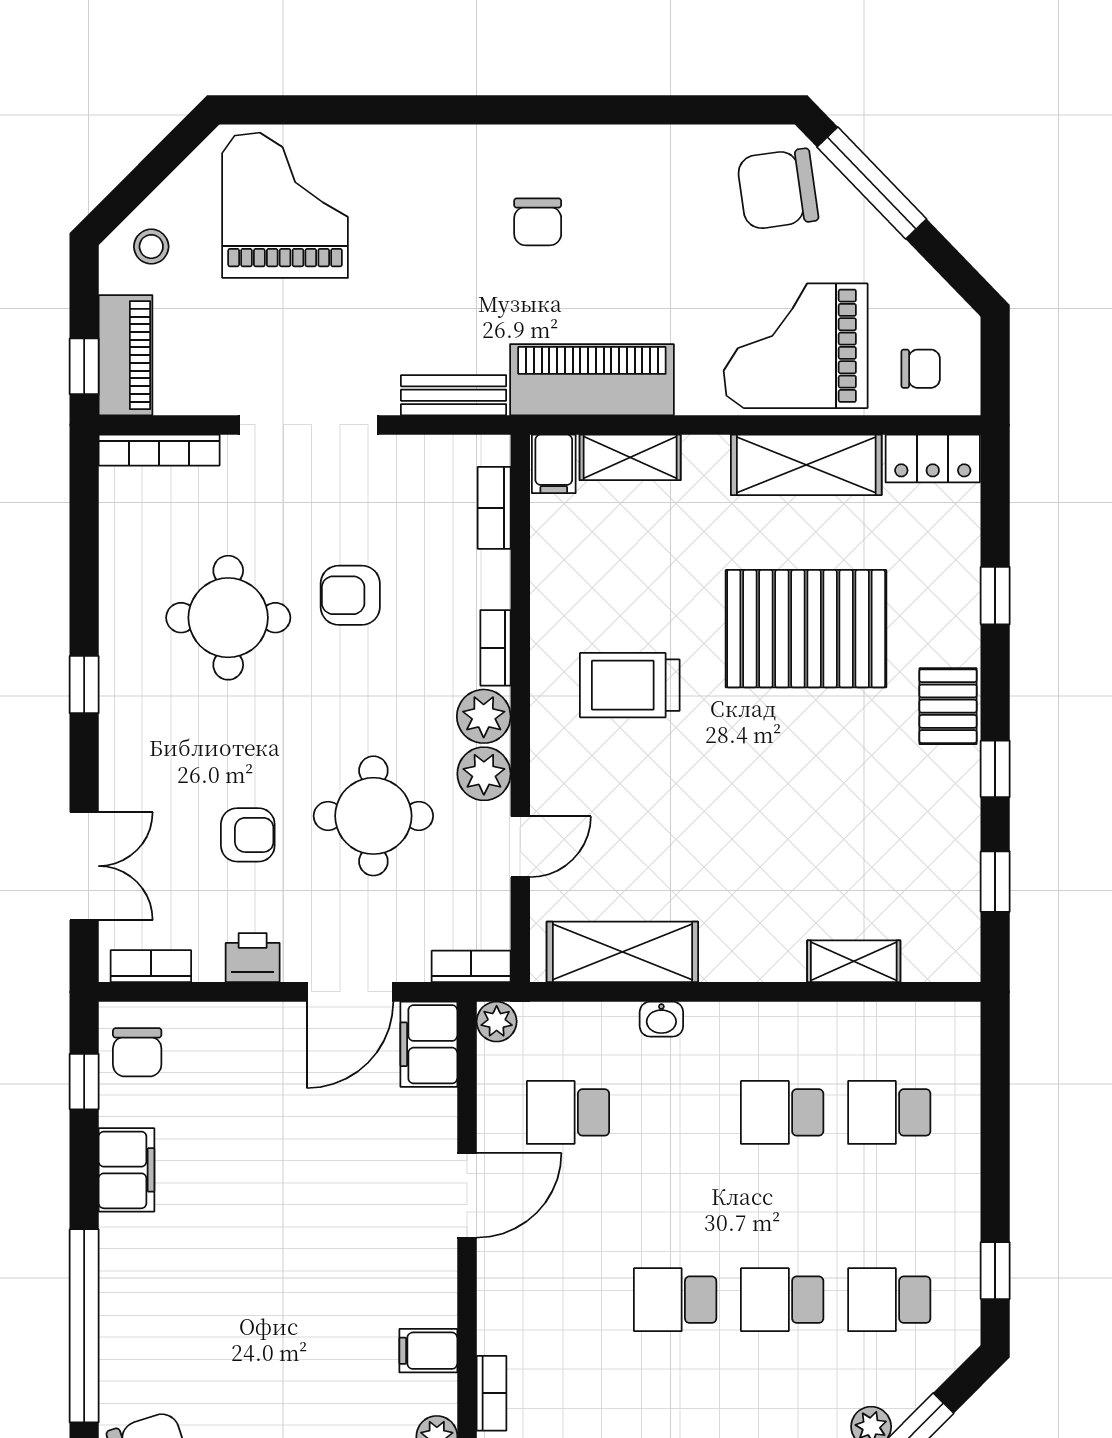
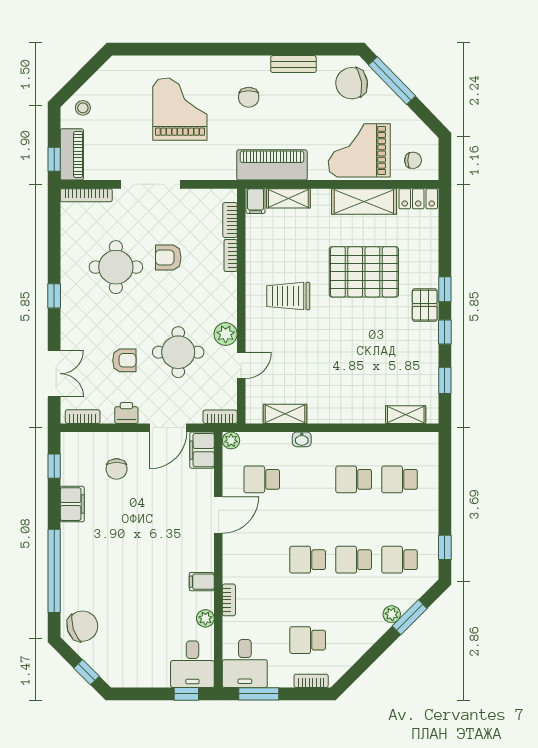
grand piano: (285, 205) -> (180, 109), moved
bench: (454, 395) -> (293, 64), moved
window: (995, 596) -> (445, 289), moved
bookcase: (495, 648) -> (231, 255), moved
plant: (484, 716) -> (226, 309), removed
shelving: (622, 952) -> (285, 414), width x0.67, depth x0.75
shelving: (854, 961) -> (406, 415), moved
chair: (137, 1052) -> (117, 469), moved

